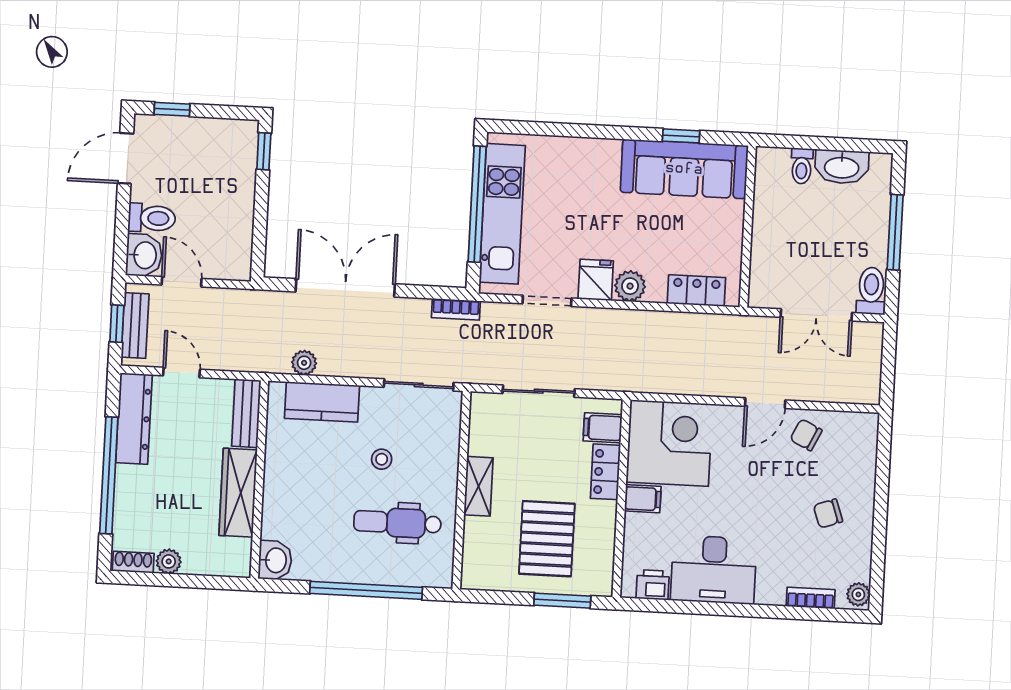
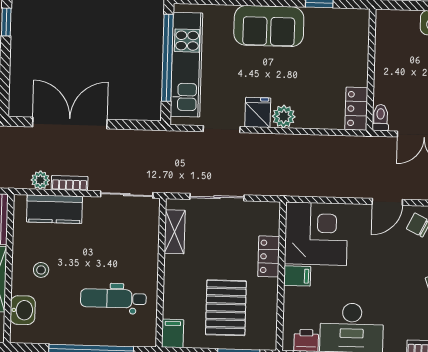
toilet: (802, 166) -> (381, 118), moved, turned 180
sofa: (684, 169) -> (269, 26), moved, width x0.73
locker: (696, 291) -> (356, 109), moved, turned -90
bookcase: (456, 309) -> (70, 183), moved, turned 180
filing cabinet: (603, 428) -> (173, 333), moved, turned 90
stool: (382, 459) -> (41, 270), moved
shelving: (479, 486) -> (175, 232), moved
washbasin: (275, 560) -> (23, 310), moved

